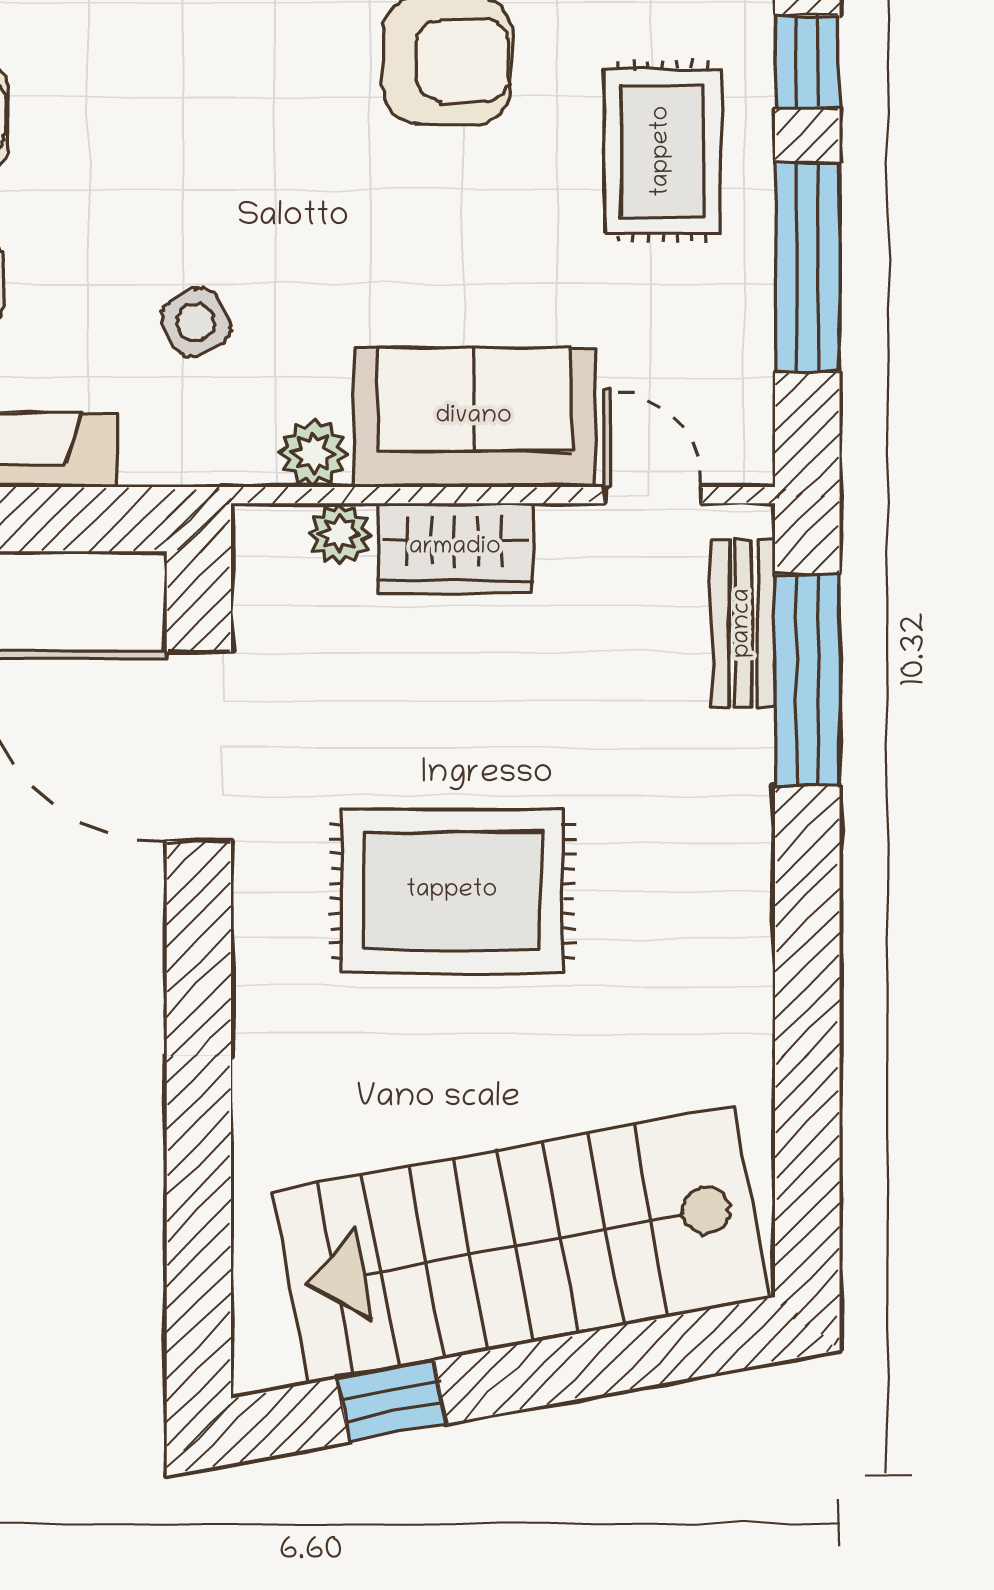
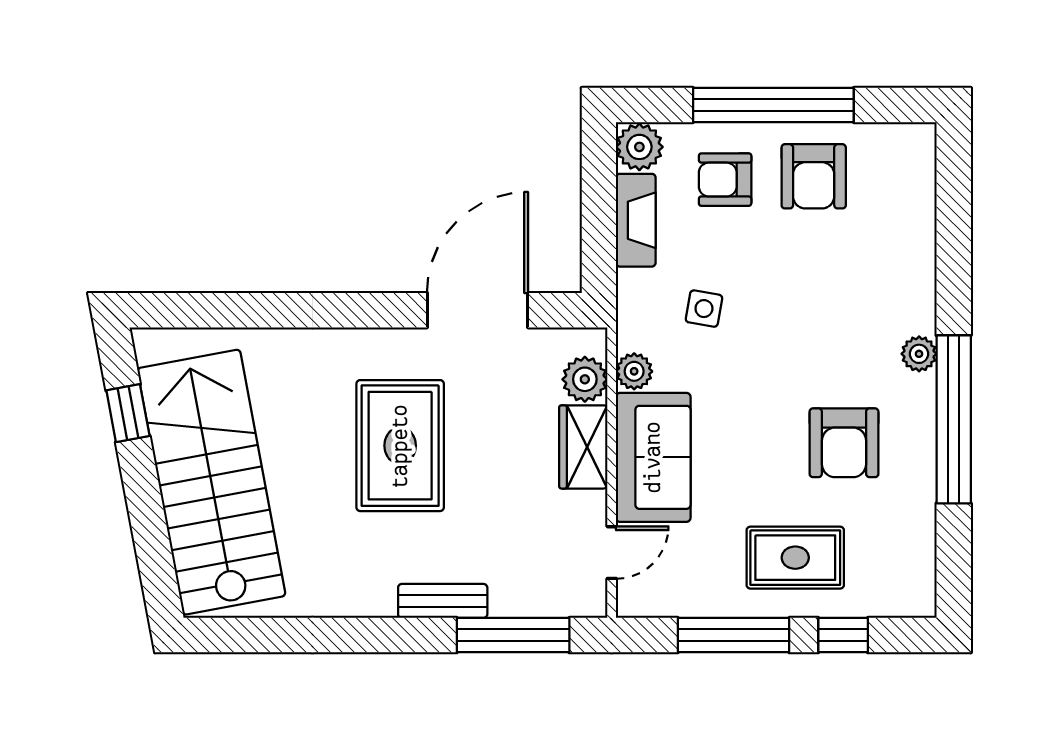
side table: (196, 322) -> (704, 309), turned 38
plant: (340, 534) -> (585, 379), width x1.38, depth x1.38
bench: (743, 623) -> (443, 601), moved

